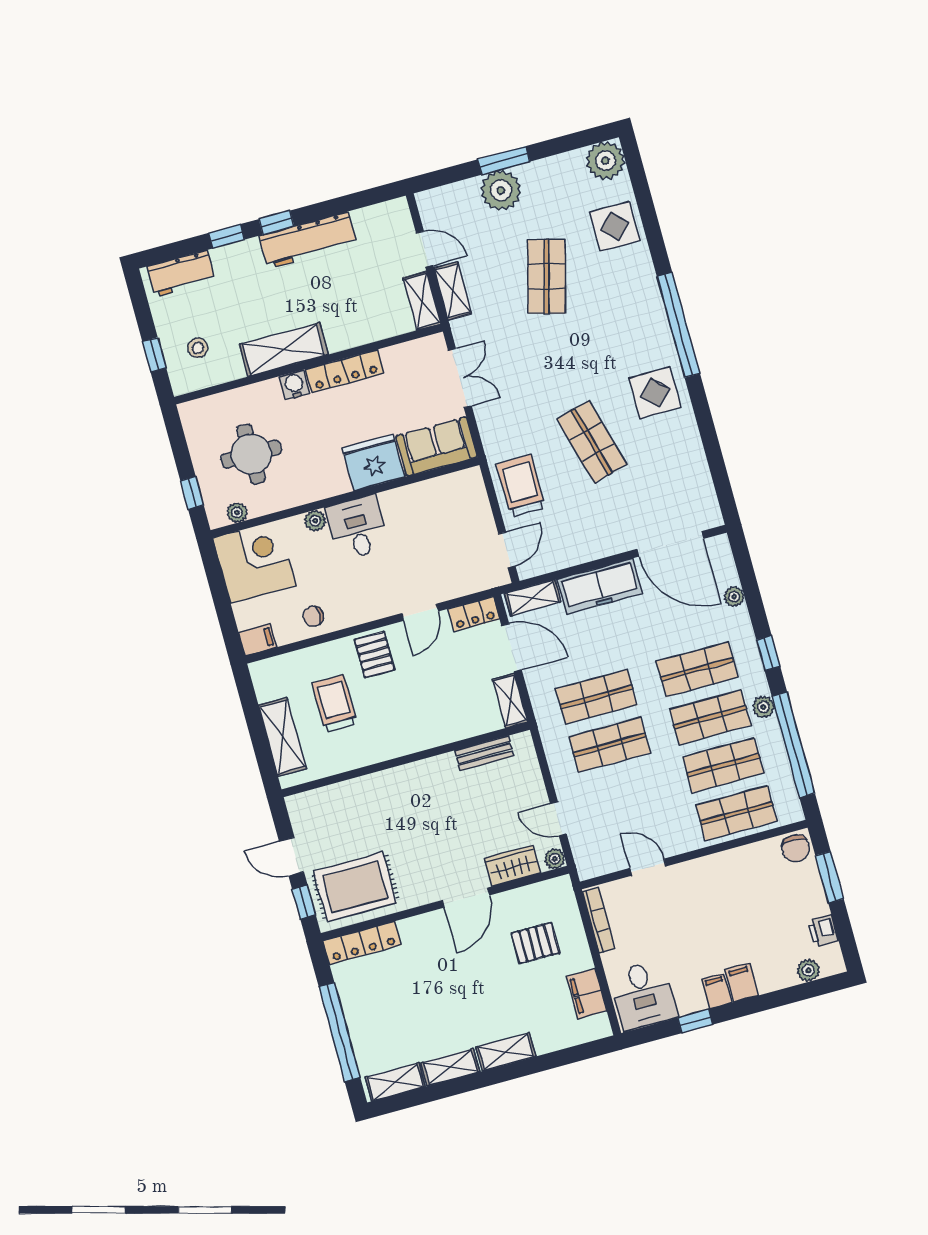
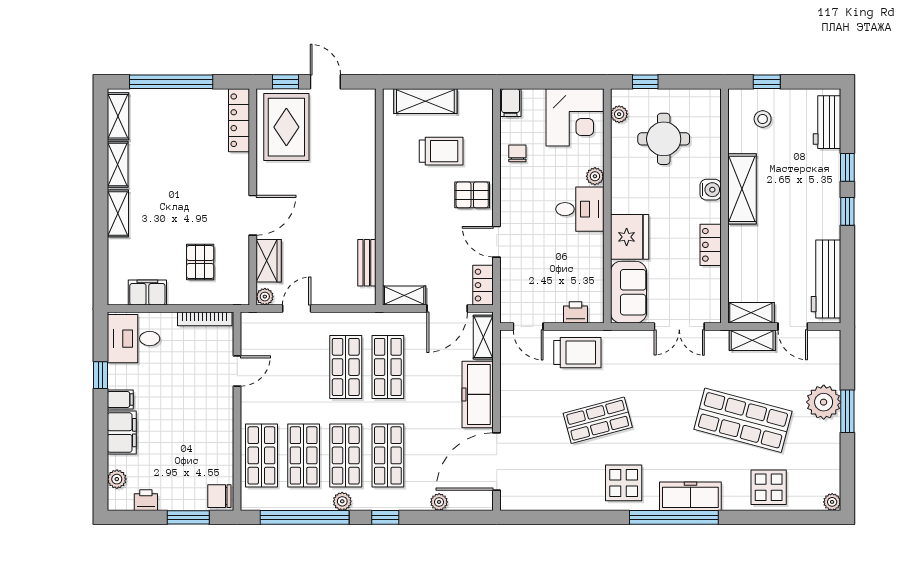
plant: (605, 161) -> (832, 502), width x0.53, depth x0.53
workbench: (308, 240) -> (826, 279), moved
door: (425, 249) -> (793, 327), hinge flipped
shop shelf: (547, 276) -> (743, 420), width x1.43, depth x1.36
freezer: (649, 313) -> (690, 496), added
locker: (345, 371) -> (711, 245), width x0.66
printer: (476, 500) -> (575, 312), added
door: (292, 857) -> (325, 82), hinge flipped
door: (466, 898) -> (253, 215), swing flipped
filing cabinet: (742, 983) -> (122, 433), width x2.00

